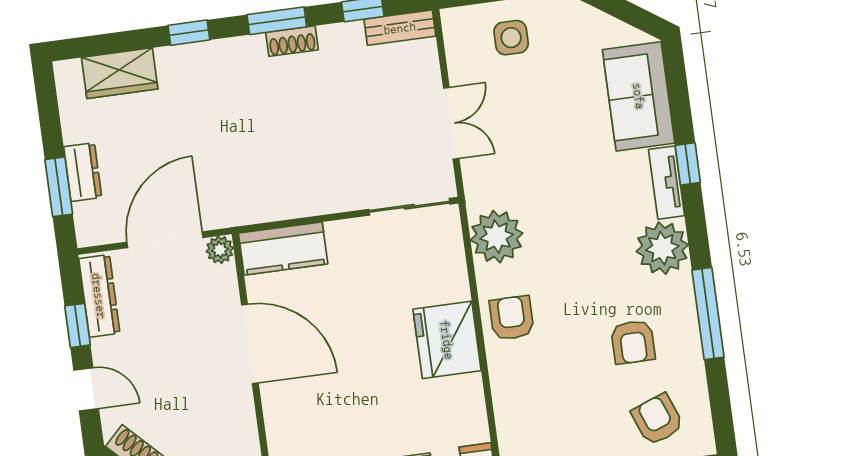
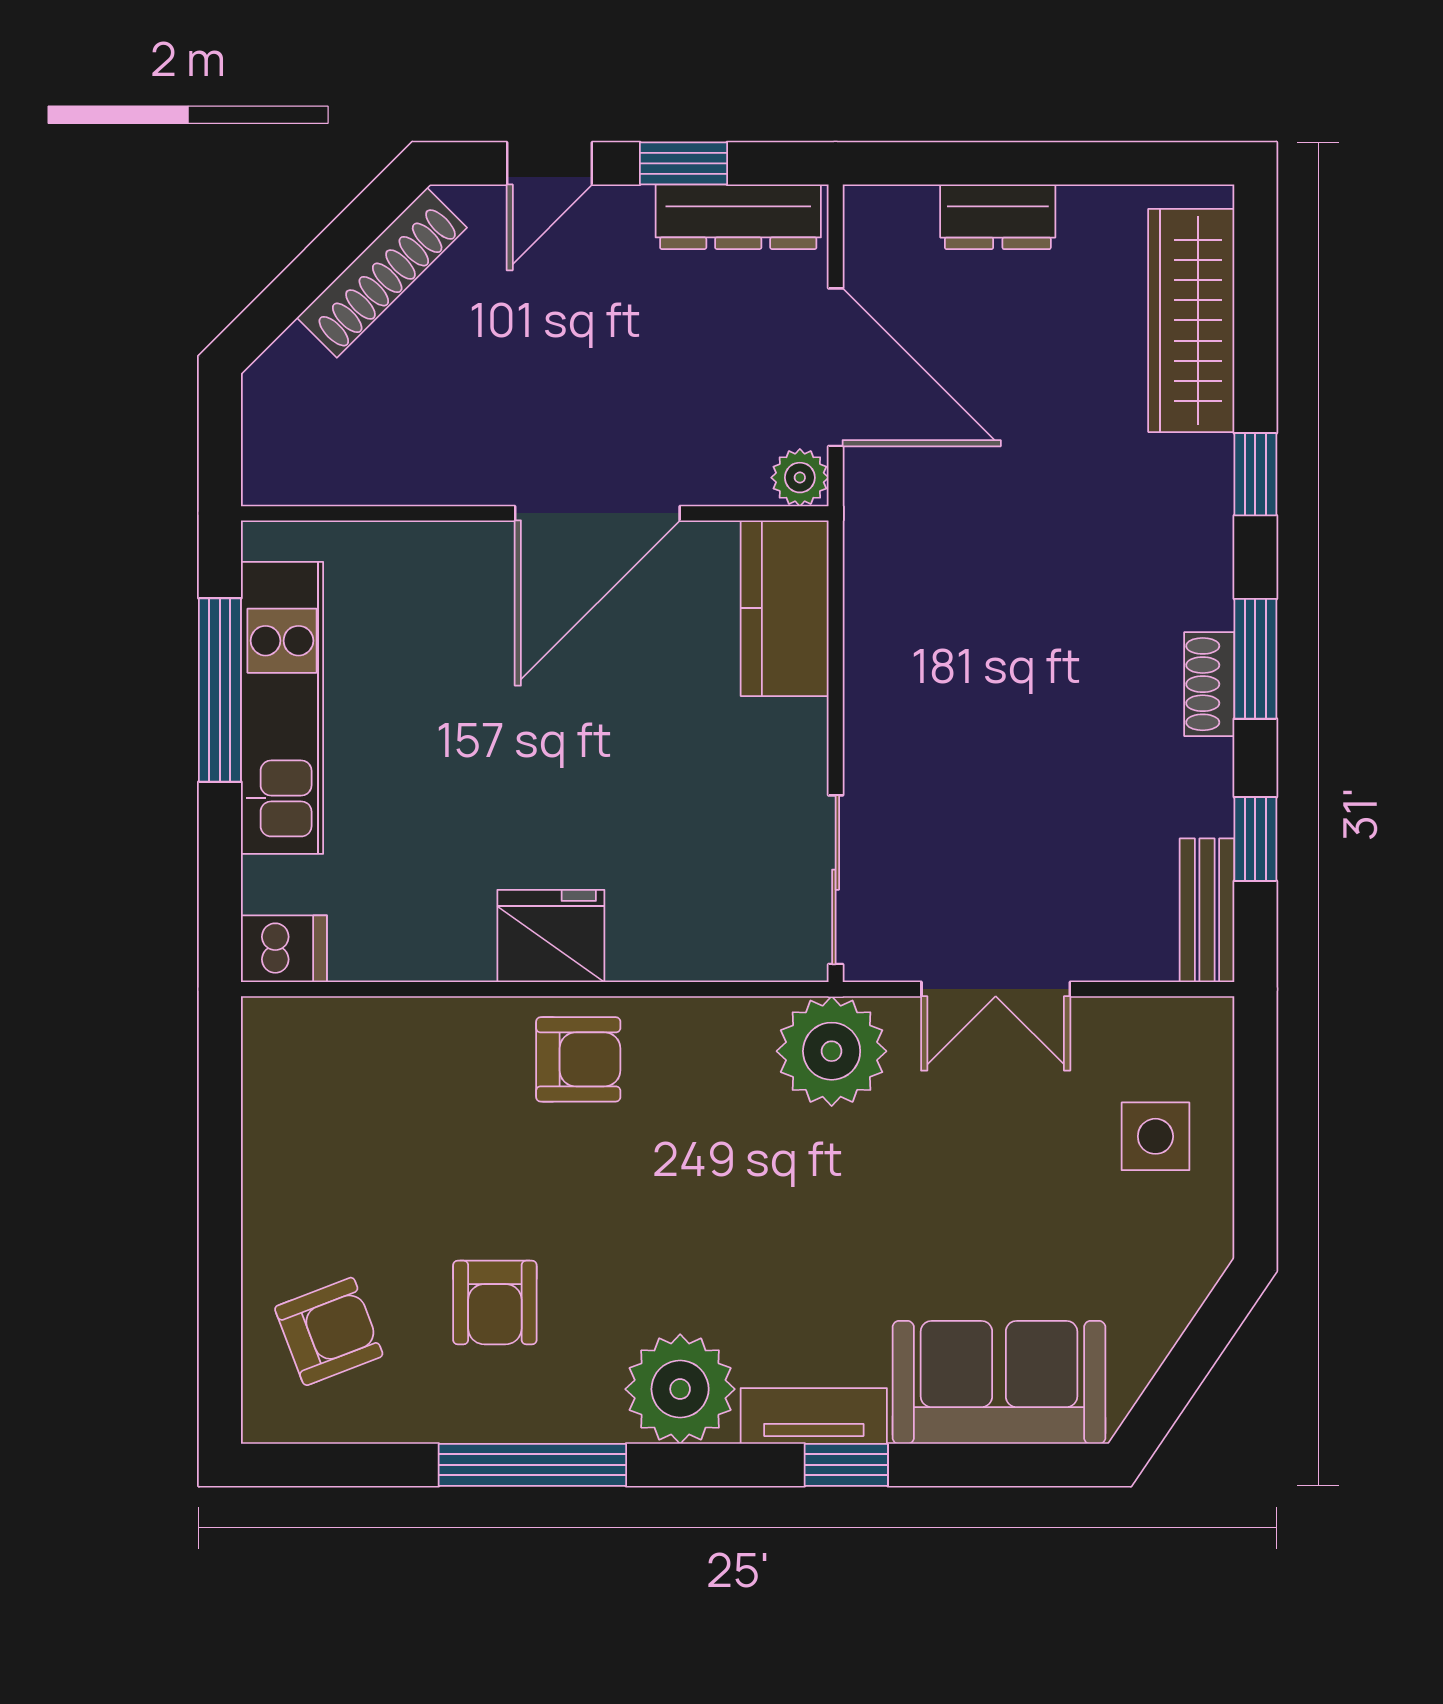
wardrobe: (120, 73) -> (1191, 320), width x1.50
window: (59, 187) -> (974, 163), removed
plant: (497, 237) -> (832, 1051), moved
fridge: (447, 340) -> (551, 936), width x0.73, depth x0.75
armchair: (633, 342) -> (495, 1302), turned -90

